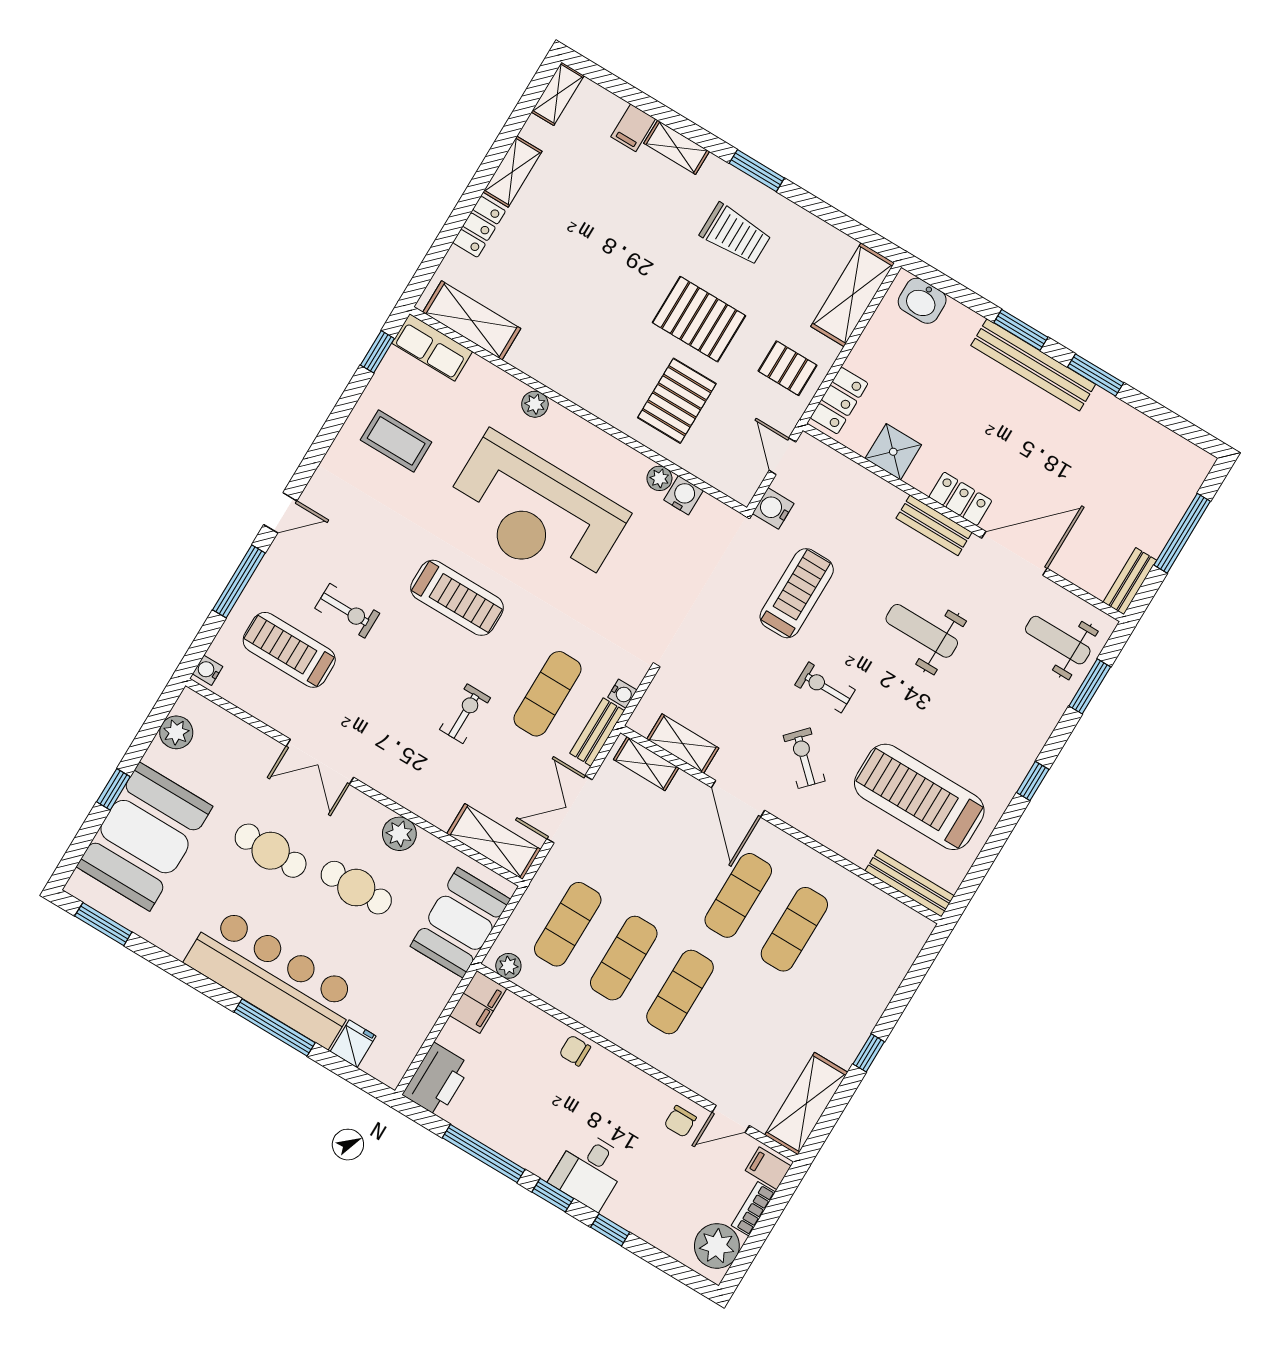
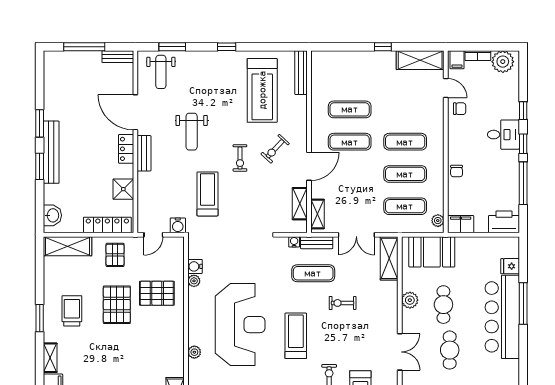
locker: (839, 401) -> (107, 225), width x1.53
treadmill: (797, 593) -> (208, 194), turned 90

